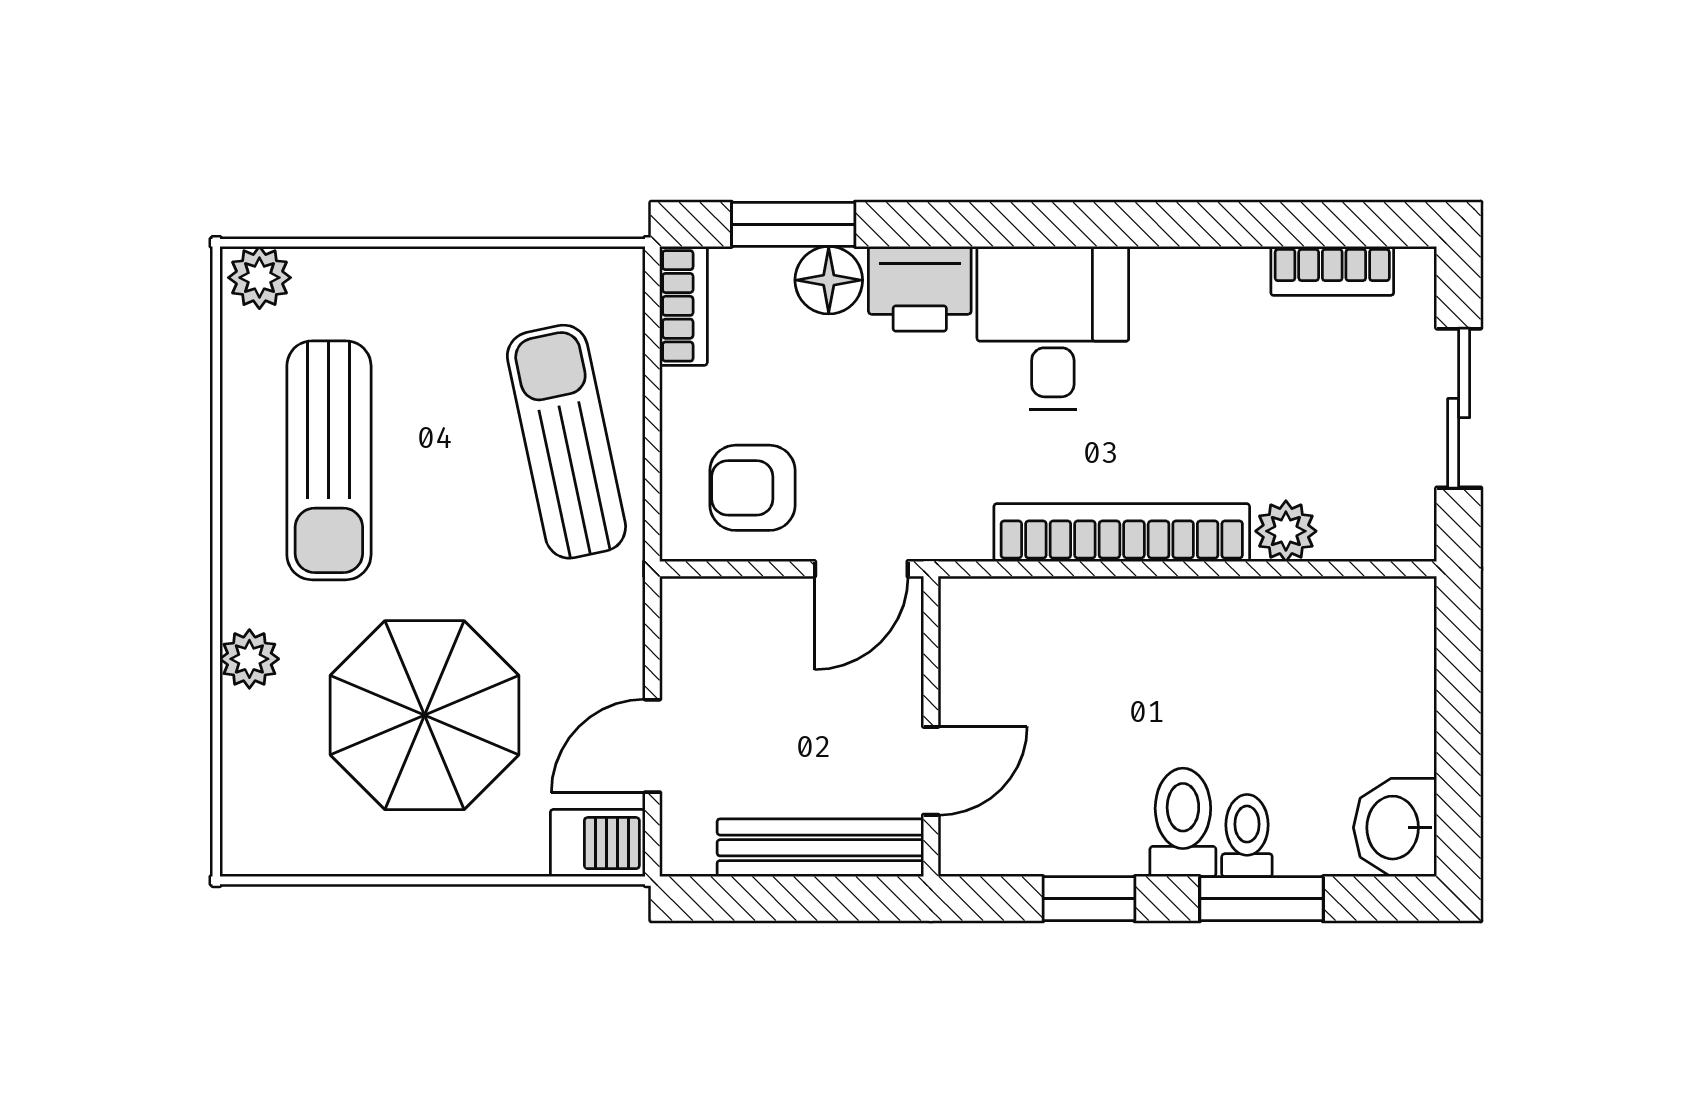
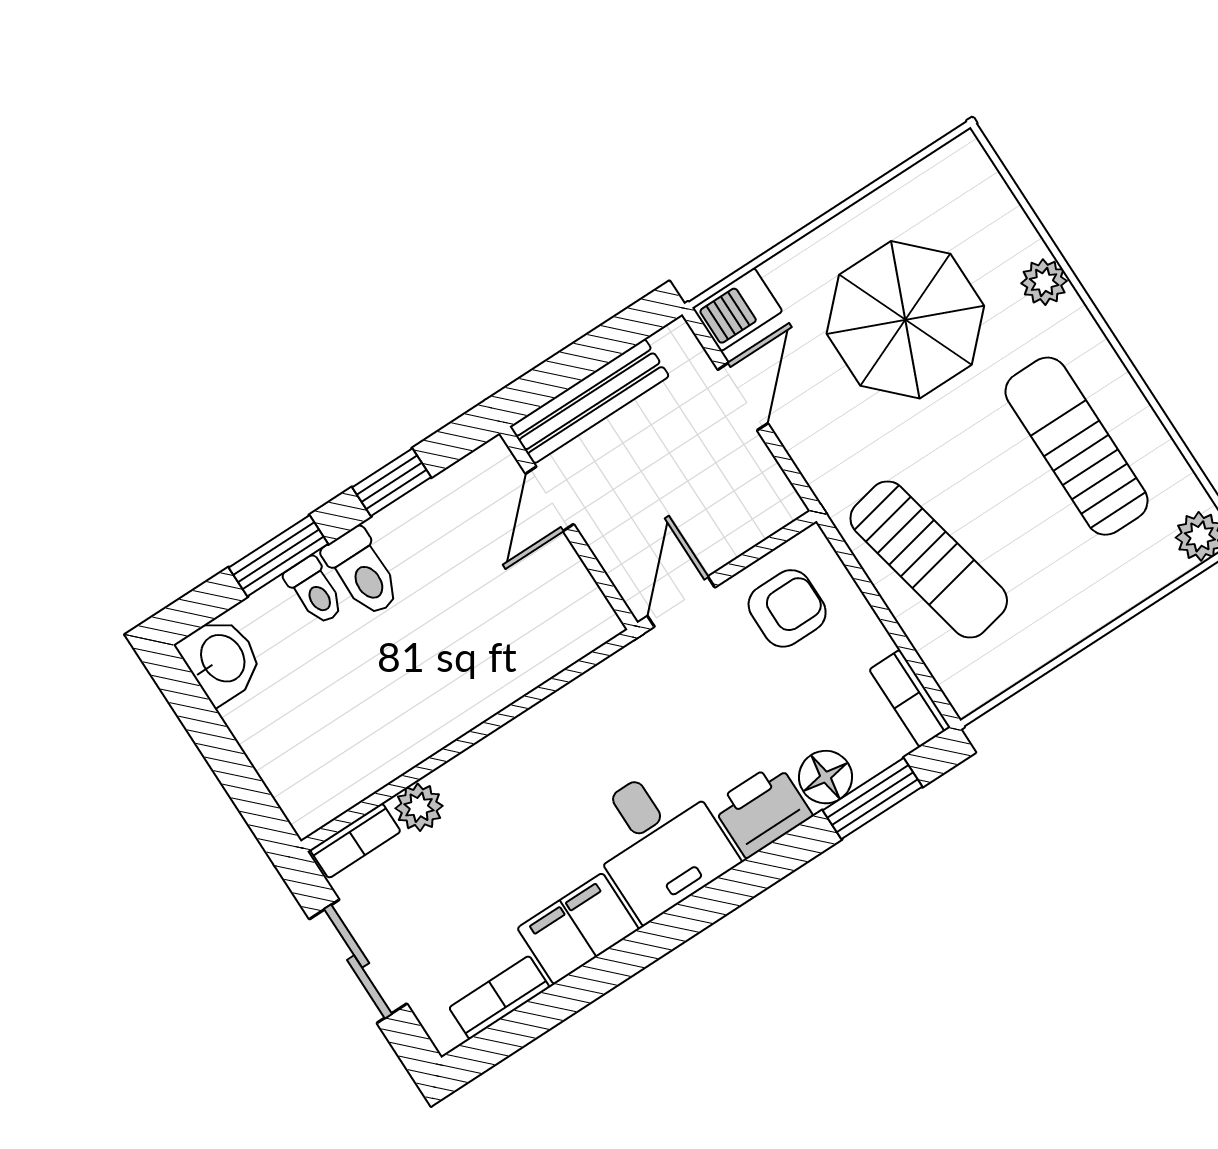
filing cabinet: (1200, 290) -> (578, 929), added
bookcase: (1122, 533) -> (355, 841), moved, width x0.43, depth x0.76

